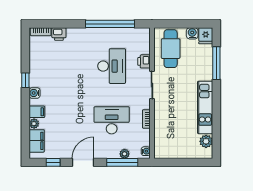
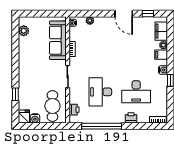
printer: (59, 34) -> (131, 118), moved
printer: (144, 61) -> (74, 110), moved
window: (216, 63) -> (15, 94), width x0.46
kitchen unit: (205, 107) -> (24, 58), removed
desk: (112, 120) -> (136, 92), moved
sofa: (164, 130) -> (58, 40), added
door: (83, 162) -> (124, 14), hinge flipped
window: (122, 162) -> (92, 14), removed

